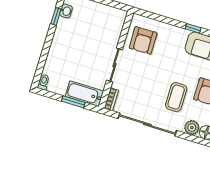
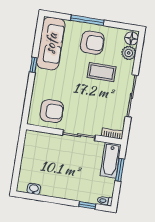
window: (56, 16) -> (87, 205), moved
sliding door: (147, 124) -> (132, 96), width x0.73

